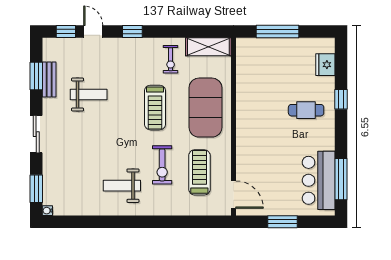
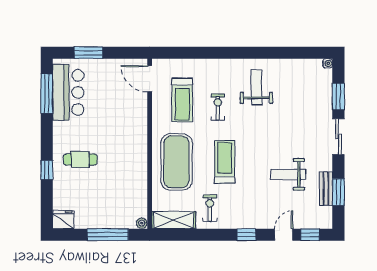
door: (93, 31) -> (284, 235), swing flipped
plant: (242, 44) -> (142, 223), added
fridge: (325, 65) -> (63, 220), moved, turned -90
exercise bike: (162, 165) -> (218, 107), width x0.73, depth x0.72
weight bench: (122, 186) -> (256, 87), turned -90
window: (36, 189) -> (338, 97), moved
window: (283, 222) -> (89, 53), moved

